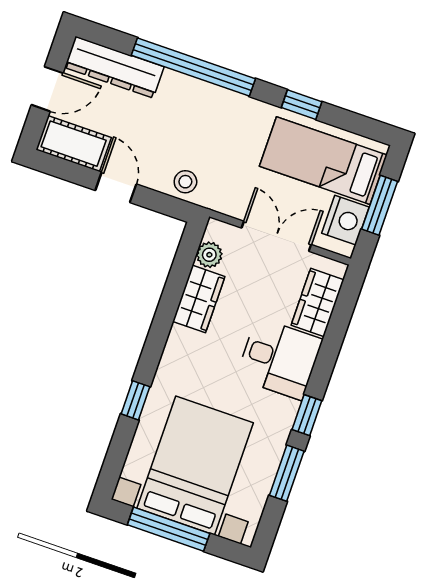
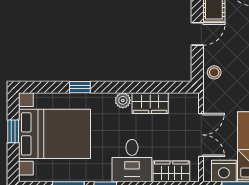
plant: (209, 255) -> (123, 100), moved
window: (169, 529) -> (13, 131), width x0.46

